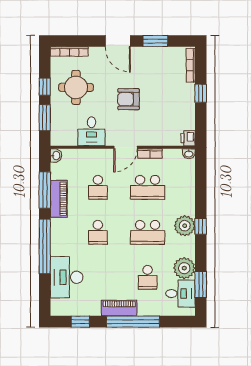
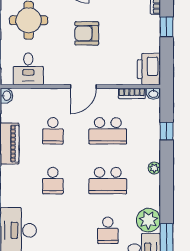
desk: (91, 131) -> (28, 69), moved
printer: (188, 138) -> (149, 69), width x1.87, depth x1.48
bookcase: (150, 154) -> (132, 93), moved
plant: (185, 226) -> (154, 168), width x0.53, depth x0.53
window: (201, 226) -> (167, 131), moved

